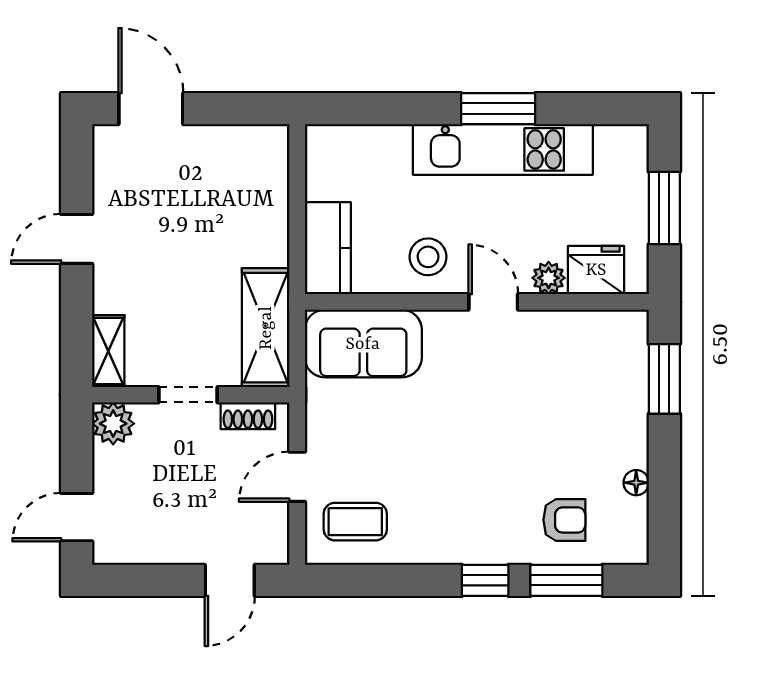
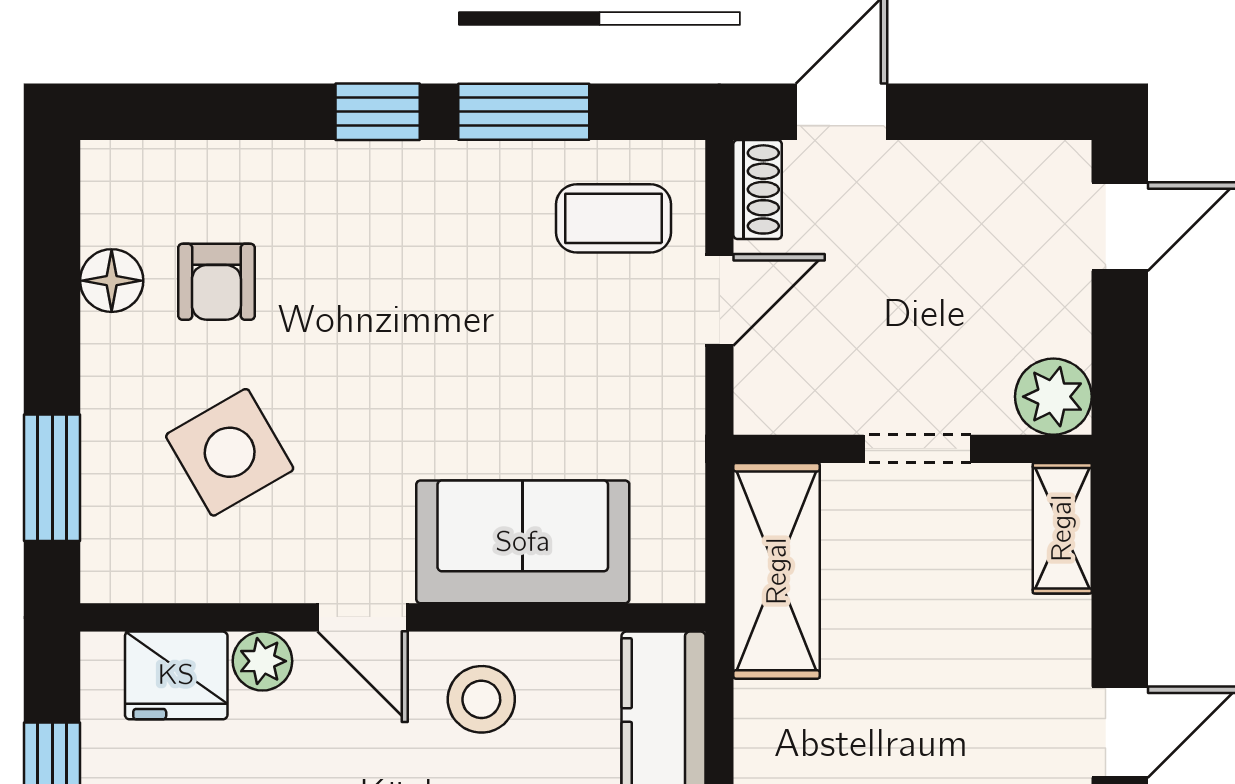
sofa: (363, 344) -> (523, 542), moved
side table: (567, 393) -> (230, 452), added
shoe rack: (248, 416) -> (758, 189), moved, turned 90
floor lamp: (636, 483) -> (112, 281), width x1.37, depth x1.37
armchair: (564, 520) -> (216, 282), moved, turned -90
window: (566, 580) -> (524, 112), moved

